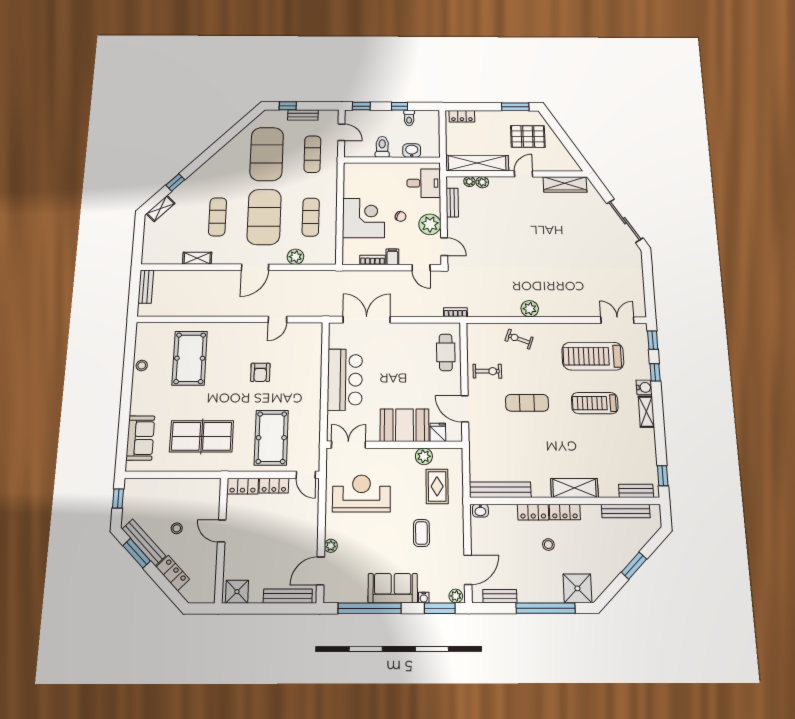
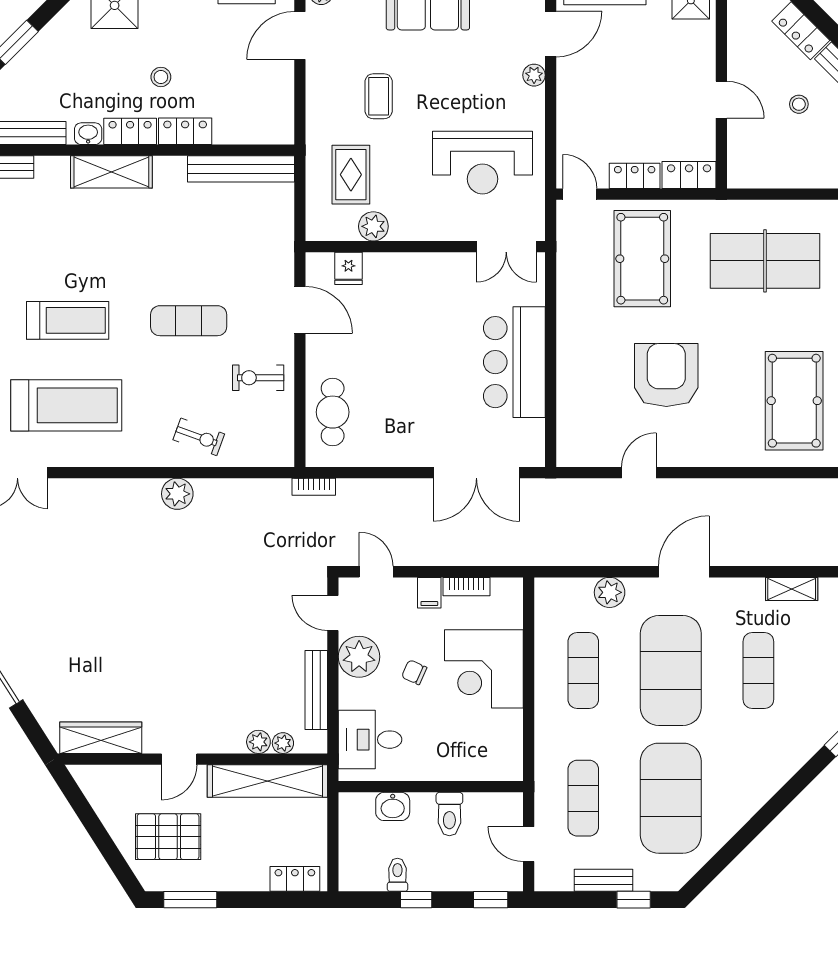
bench: (452, 203) -> (316, 690), width x1.36
armchair: (260, 372) -> (666, 375), width x1.88, depth x1.88
booth: (404, 425) -> (407, 281), removed
washbasin: (480, 511) -> (88, 134), moved

